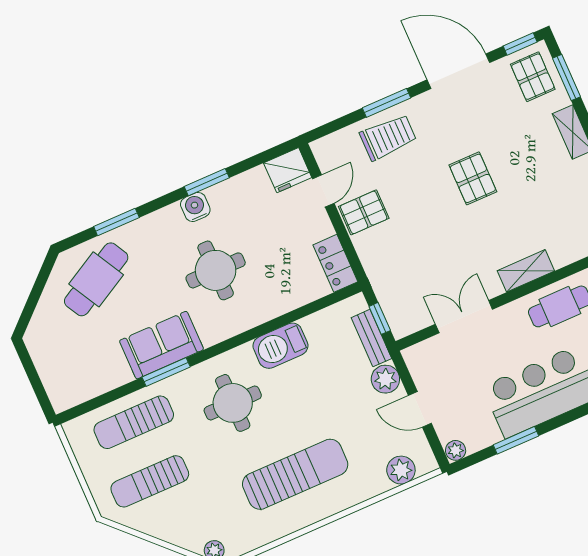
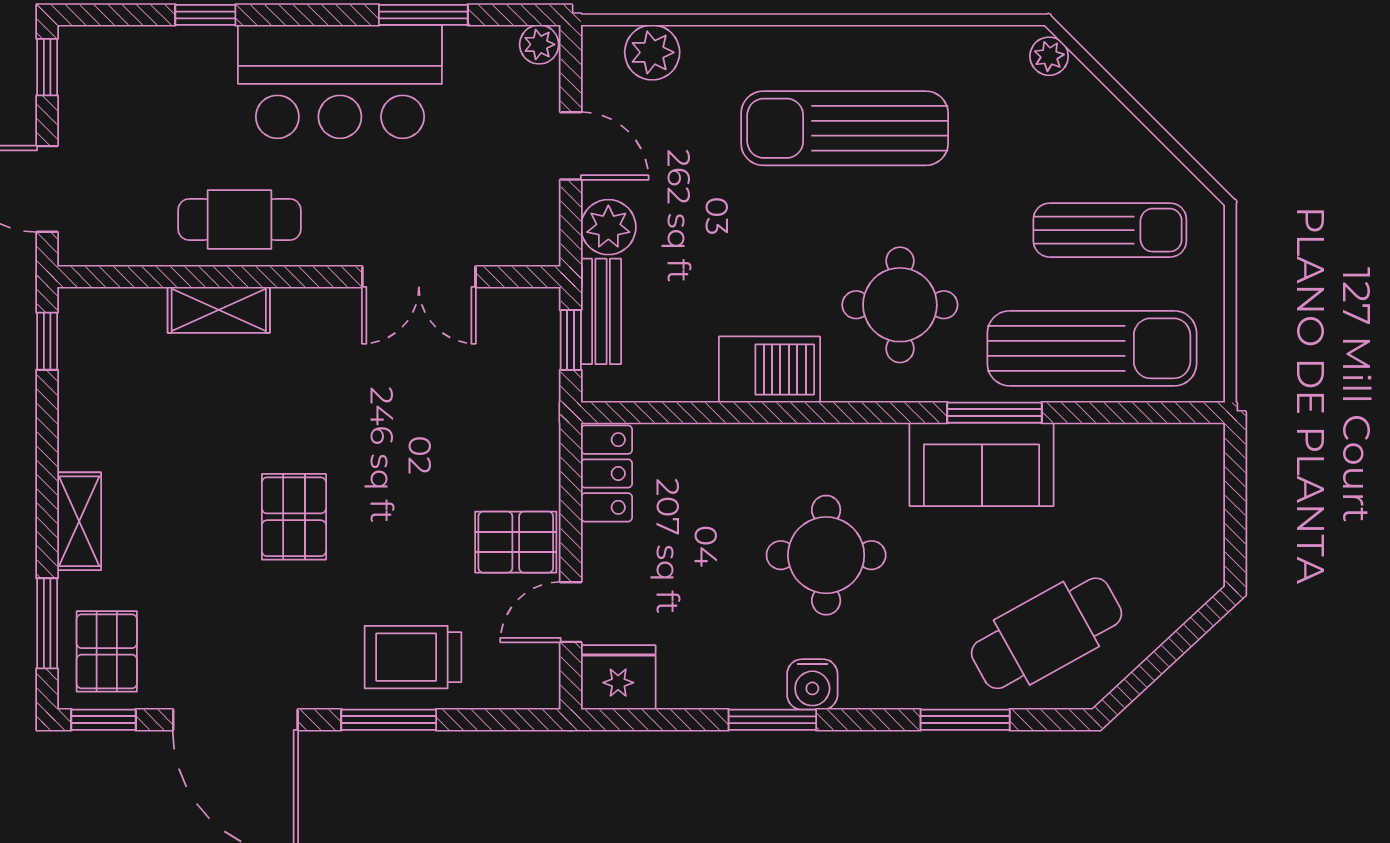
shelving: (526, 271) -> (219, 310), moved
sun lounger: (134, 422) -> (1092, 348), width x1.36, depth x1.34

